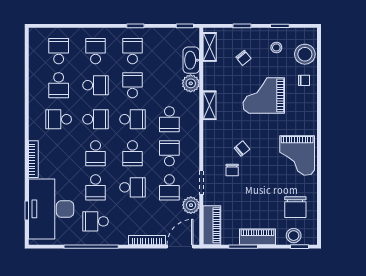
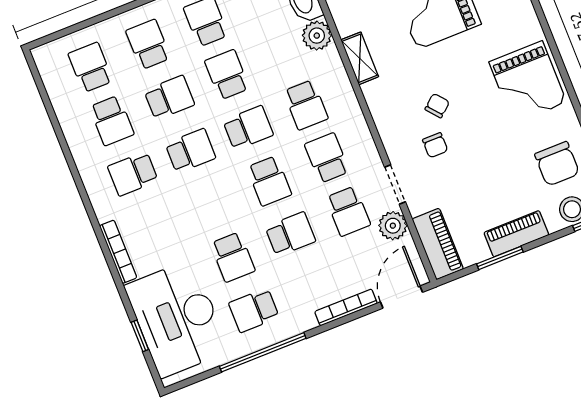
school desk: (96, 153) -> (212, 204), removed

